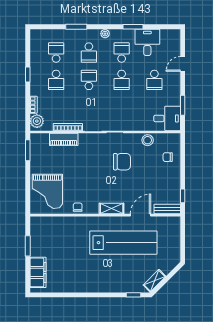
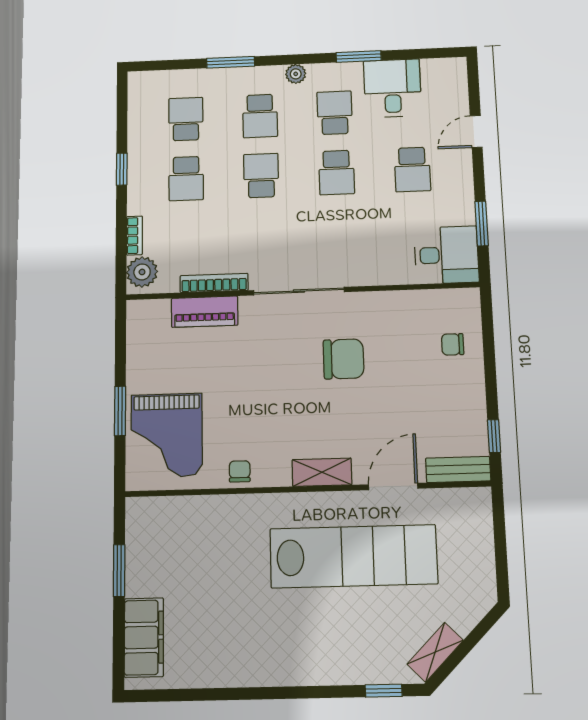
stool: (148, 140) -> (403, 307), removed
window: (28, 150) -> (120, 411), moved

